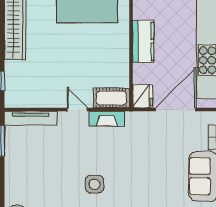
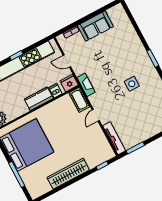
dishwasher: (142, 71) -> (55, 91), added
door: (176, 109) -> (67, 61), width x0.53
fireplace: (107, 119) -> (86, 85), moved

